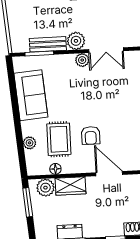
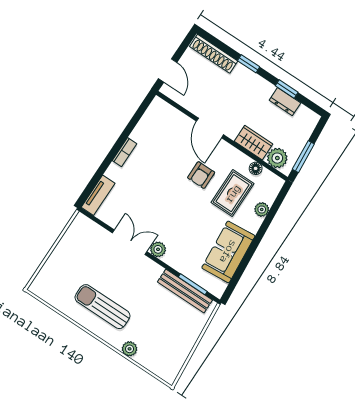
plant: (76, 41) -> (151, 271), removed
bench: (48, 44) -> (185, 291), width x1.36
armchair: (91, 135) -> (201, 175), turned 180

